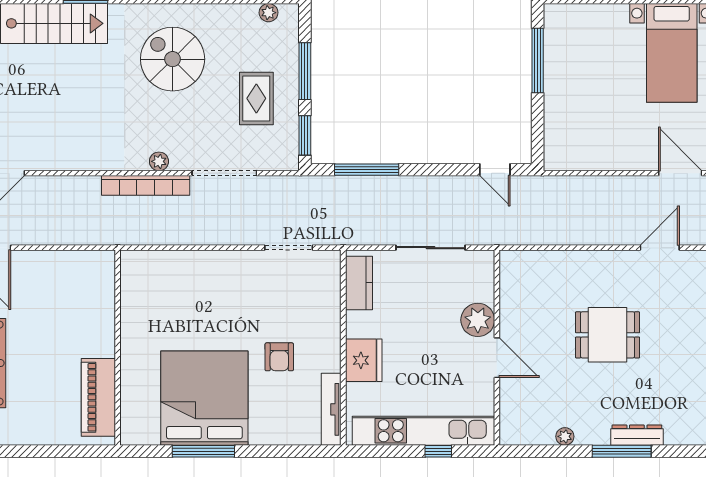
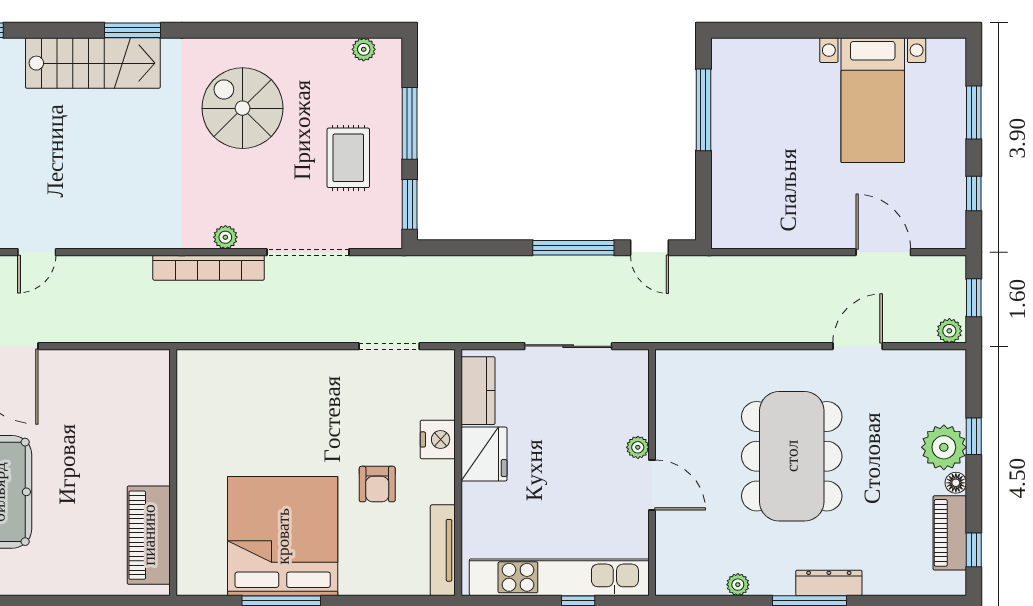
window: (367, 170) -> (573, 248), moved
plant: (478, 320) -> (638, 447), width x0.53, depth x0.53
nightstand: (327, 322) -> (438, 439), added
dining table: (608, 335) -> (792, 456), width x1.88, depth x1.24
fridge: (364, 360) -> (484, 454), moved

